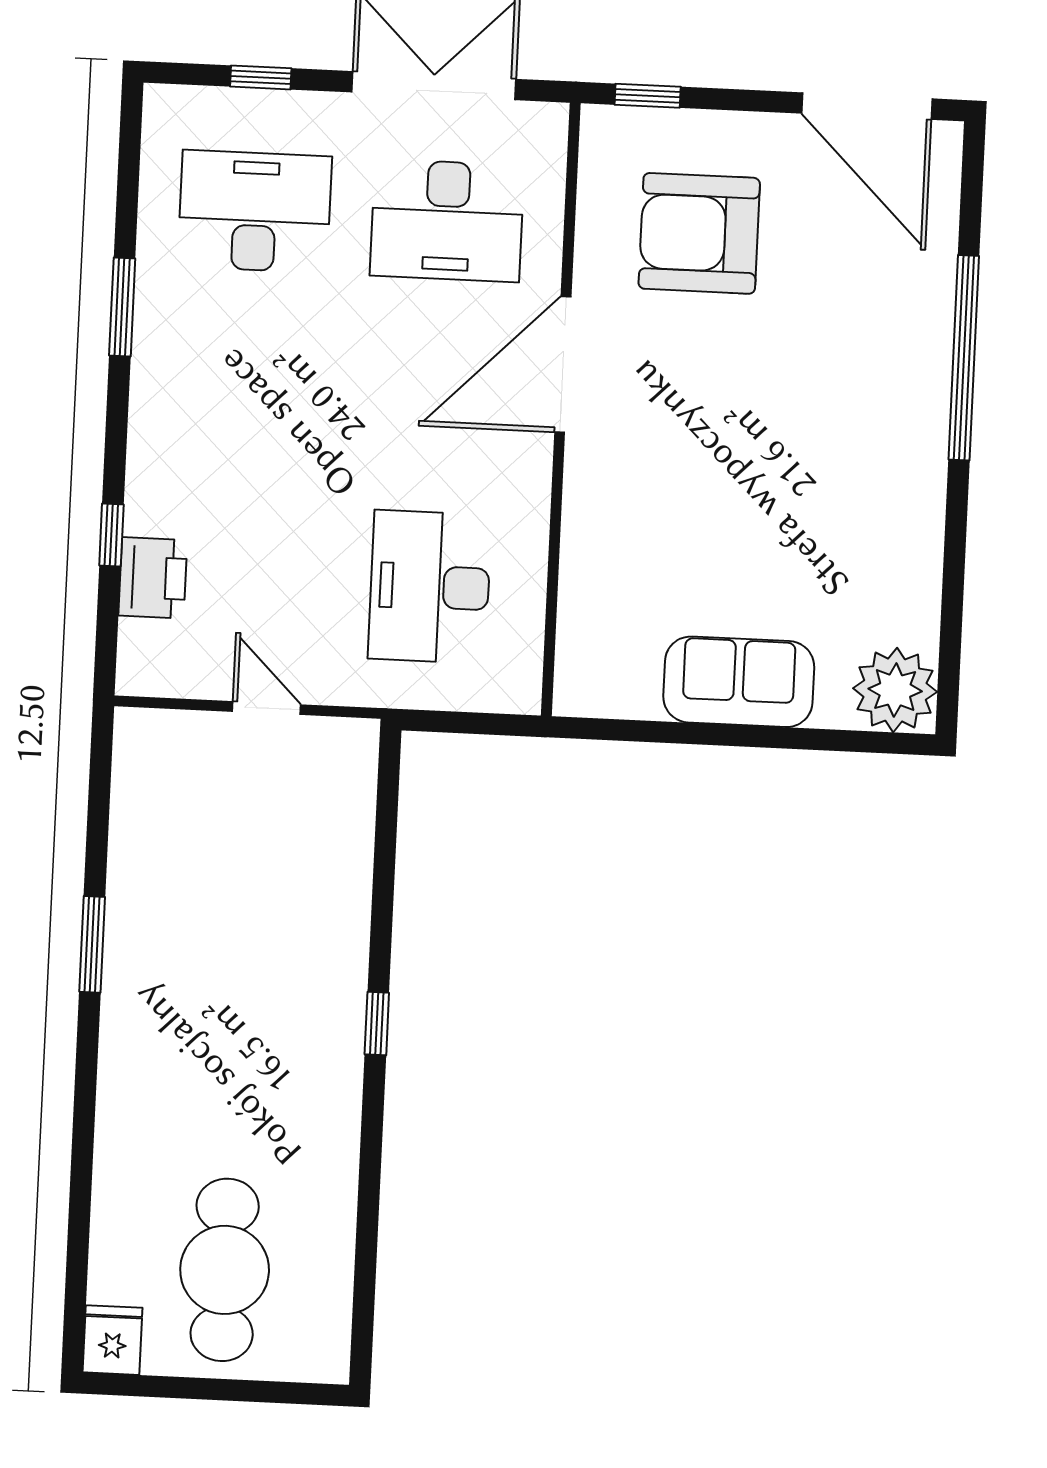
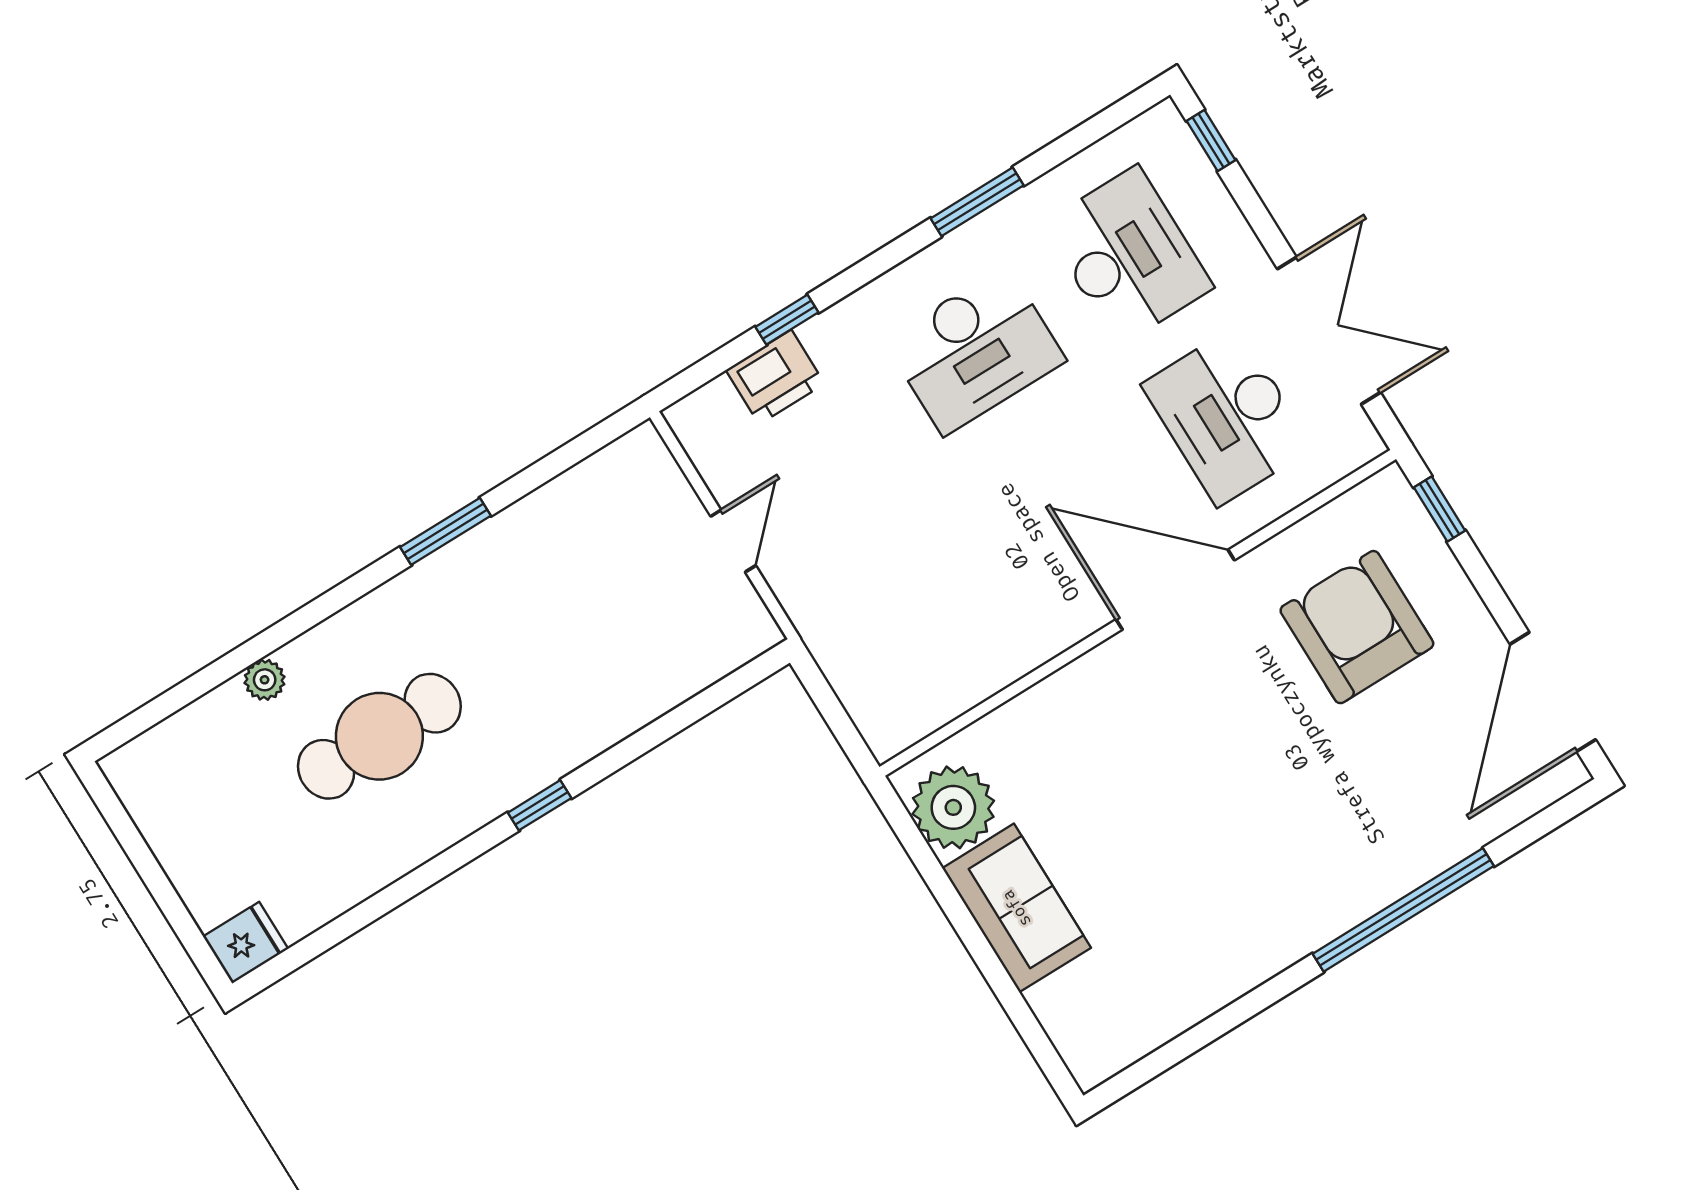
window: (261, 77) -> (1211, 140), moved
desk: (430, 587) -> (975, 350), moved, turned 180
plant: (895, 690) -> (953, 807), moved
plant: (112, 1182) -> (265, 680), added
cafe table: (225, 1270) -> (379, 736), moved
fridge: (112, 1340) -> (246, 943), moved

